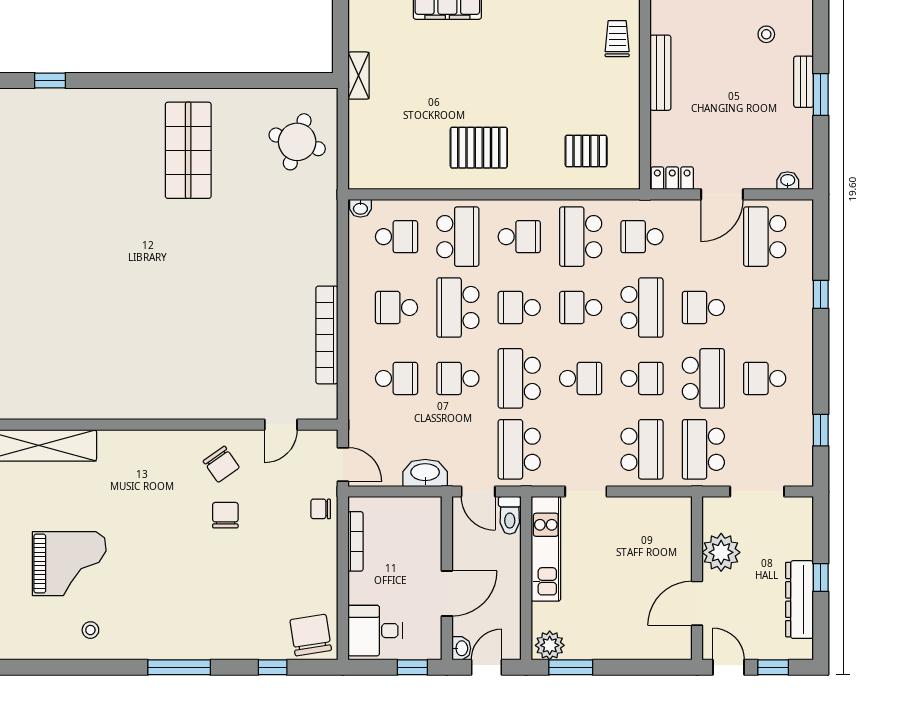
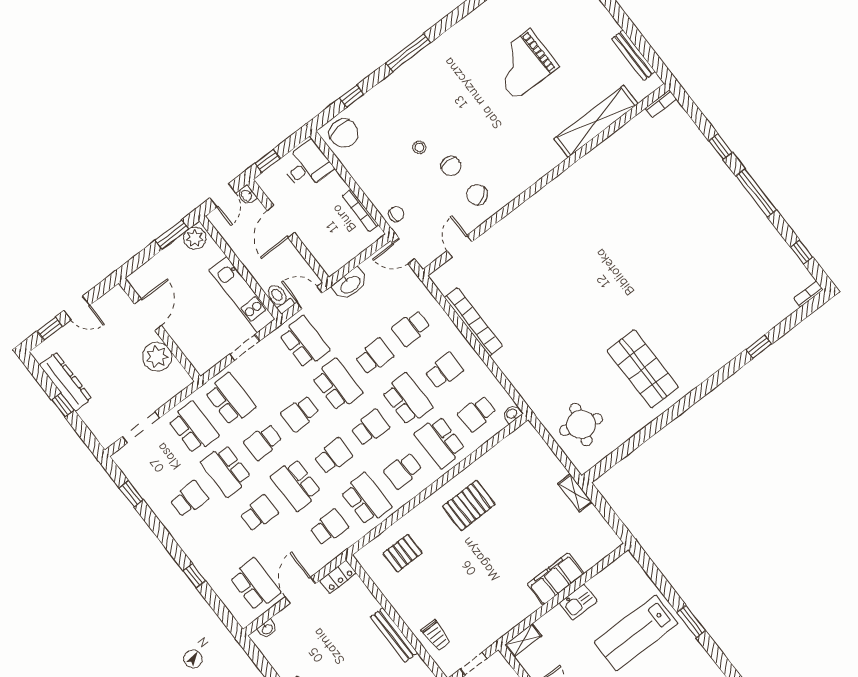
school desk: (642, 449) -> (230, 399), turned 180
plant: (721, 552) -> (157, 357), moved
wall: (697, 578) -> (160, 330), moved
door: (697, 603) -> (148, 315), moved
stool: (90, 630) -> (419, 147), moved

